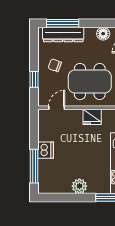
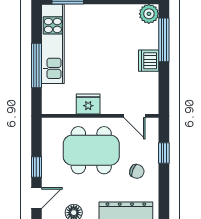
door: (57, 108) -> (134, 116), hinge flipped
plant: (79, 186) -> (149, 14), moved

